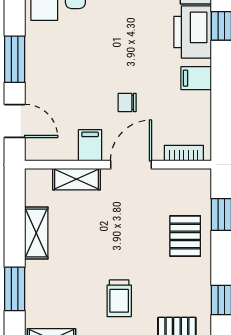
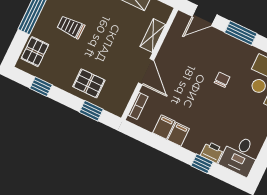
printer: (193, 32) -> (212, 152), width x0.53, depth x0.68
chair: (127, 103) -> (222, 80), moved
filing cabinet: (90, 145) -> (164, 127), moved, turned -90

